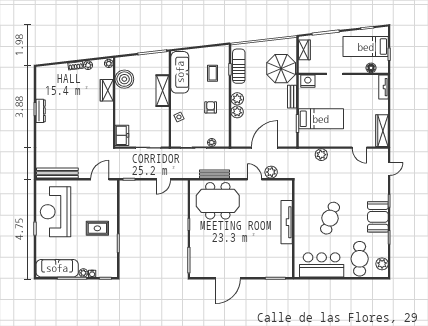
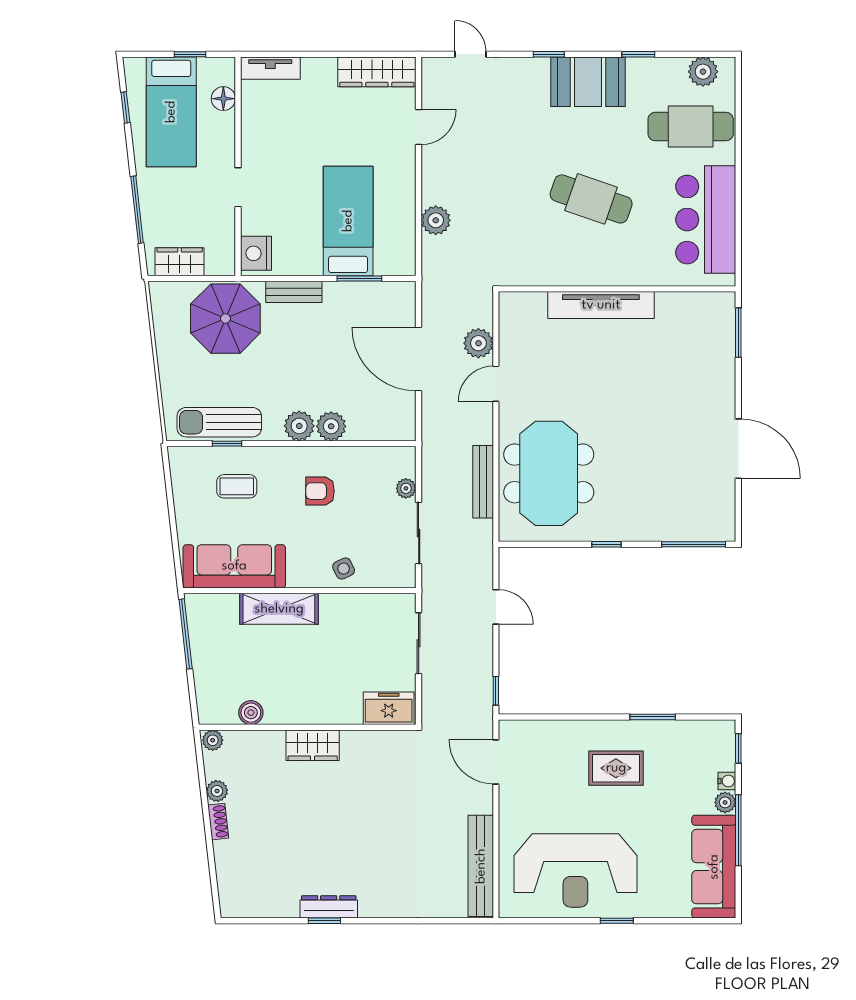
boiler: (124, 79) -> (251, 713), width x0.54, depth x0.54
wardrobe: (107, 90) -> (313, 745), moved
rug: (97, 228) -> (616, 768), turned 90

